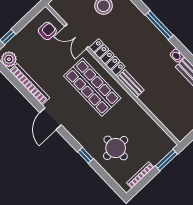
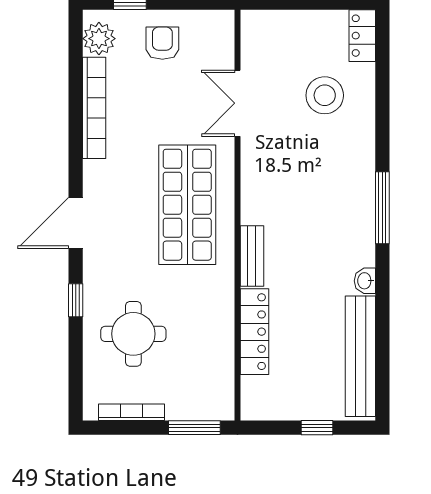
armchair: (47, 31) -> (162, 43), moved, turned -90
locker: (107, 57) -> (254, 332), moved
door: (50, 119) -> (76, 223), moved

